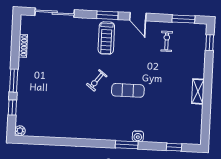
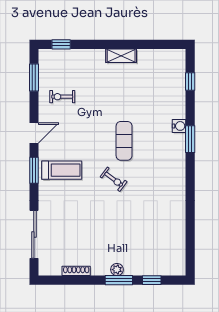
plant: (20, 131) -> (117, 270), moved

